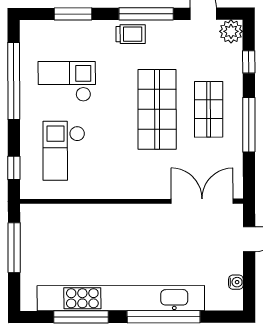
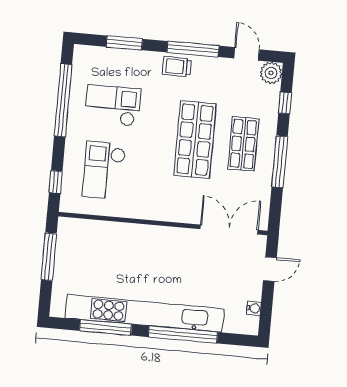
trolley: (131, 34) -> (177, 67), turned 180

